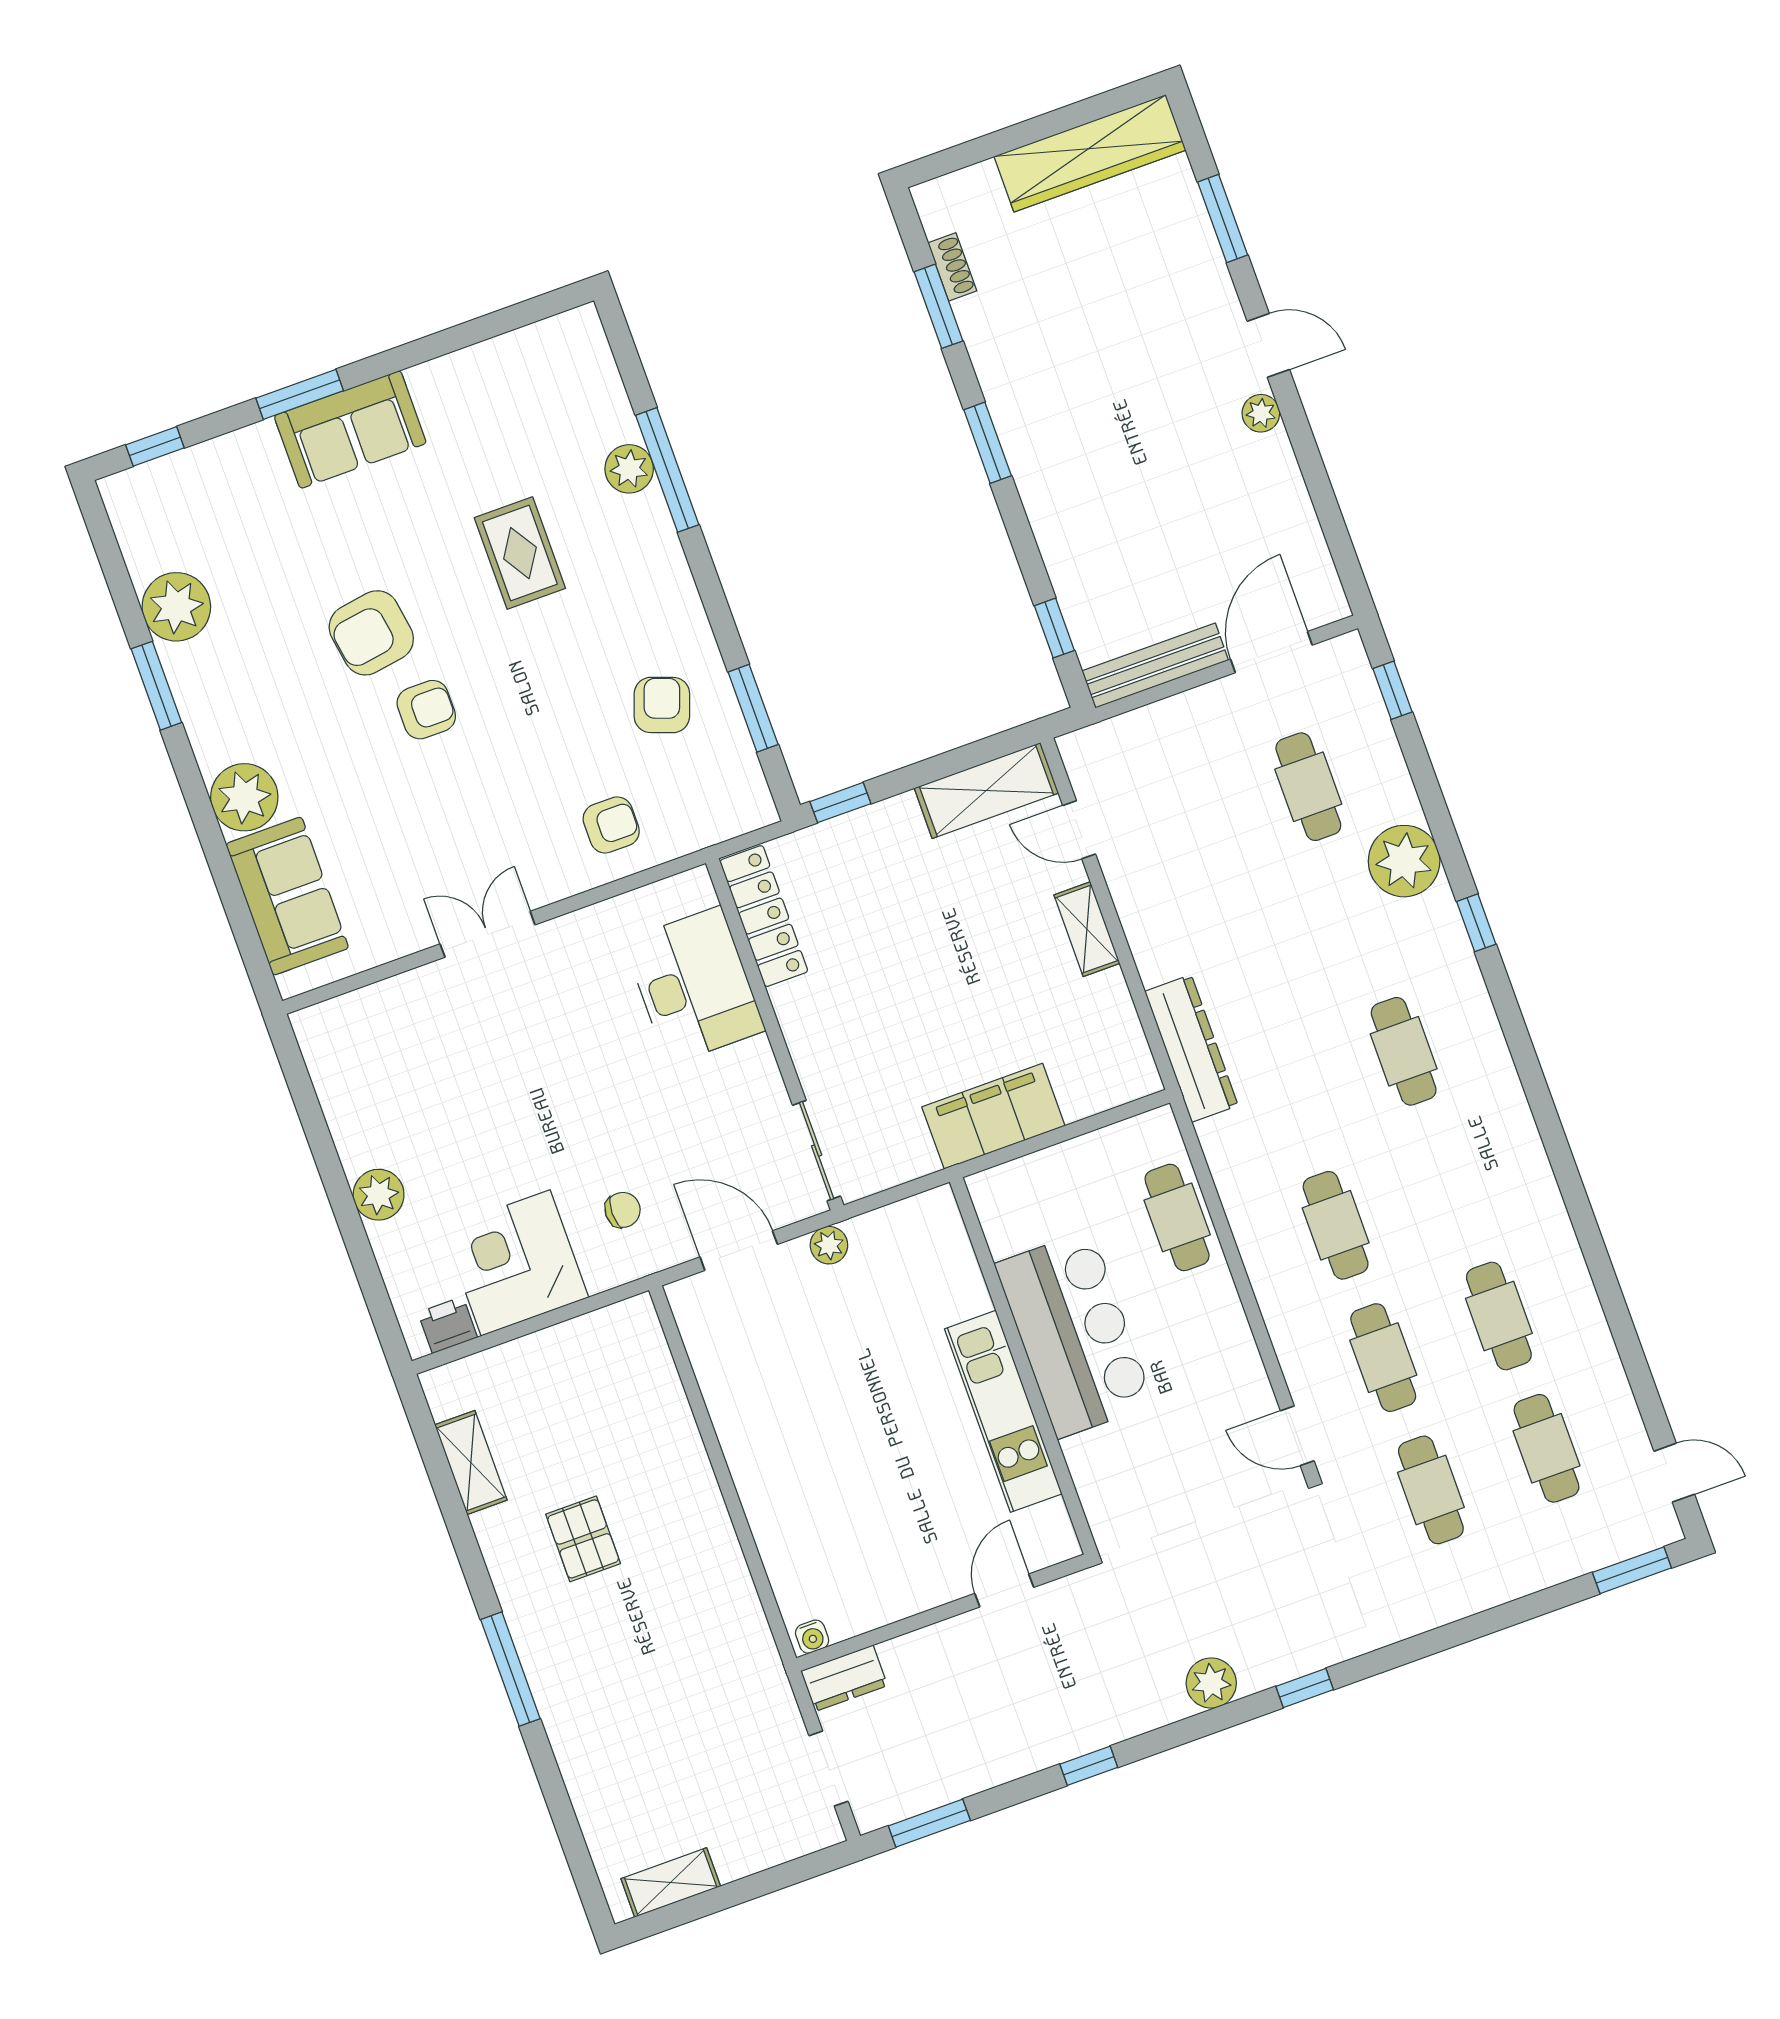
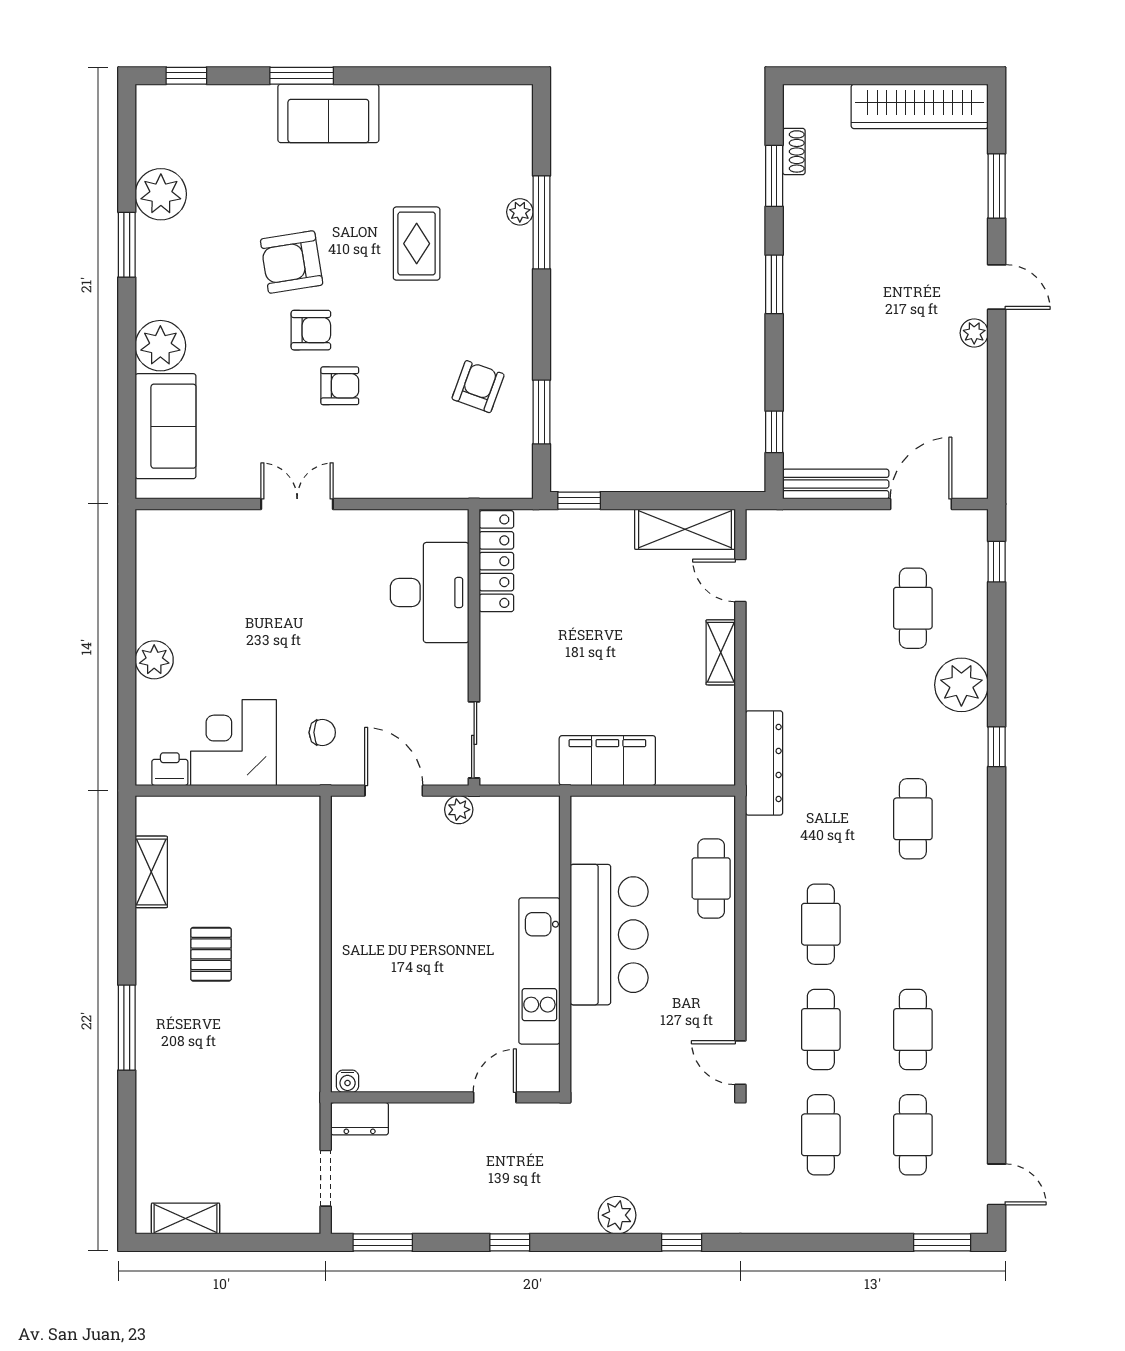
plant: (629, 469) -> (520, 212), width x0.73, depth x0.73
armchair: (611, 825) -> (340, 386), moved

